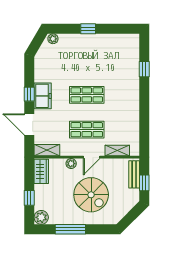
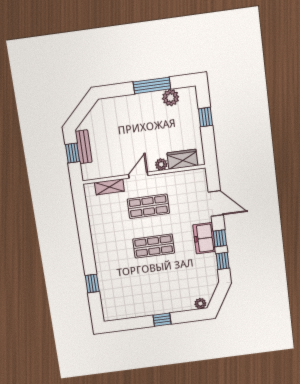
window: (29, 74) -> (223, 261), added
shelving: (47, 150) -> (192, 176), removed
wardrobe: (41, 171) -> (182, 159), moved, turned 90
bench: (134, 174) -> (84, 147), moved
spiral stairs: (91, 195) -> (133, 130), removed
plant: (41, 217) -> (171, 98), moved

